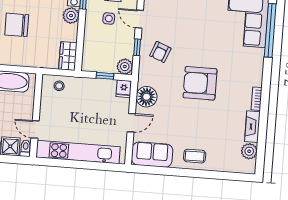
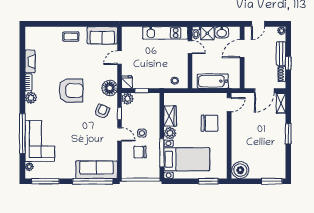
wardrobe: (68, 56) -> (170, 116), moved
floor lamp: (147, 97) -> (110, 88), moved
plant: (249, 151) -> (31, 98), moved
kitchen unit: (78, 152) -> (165, 33), width x0.73

